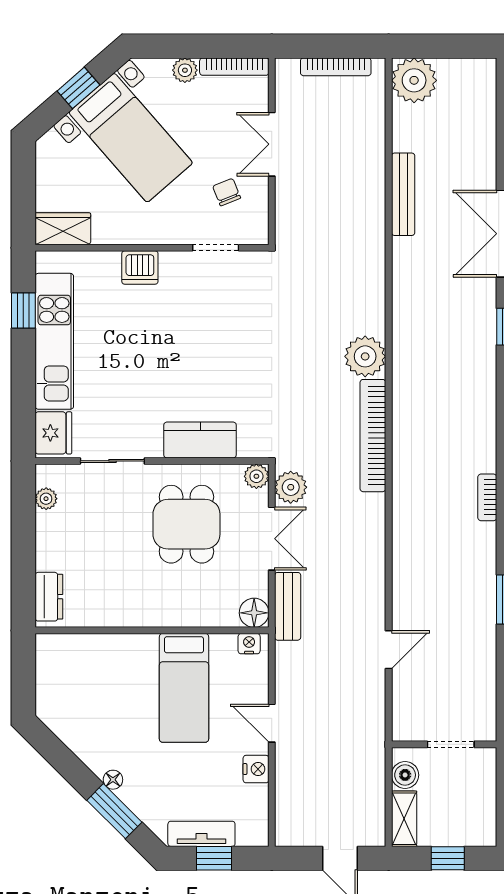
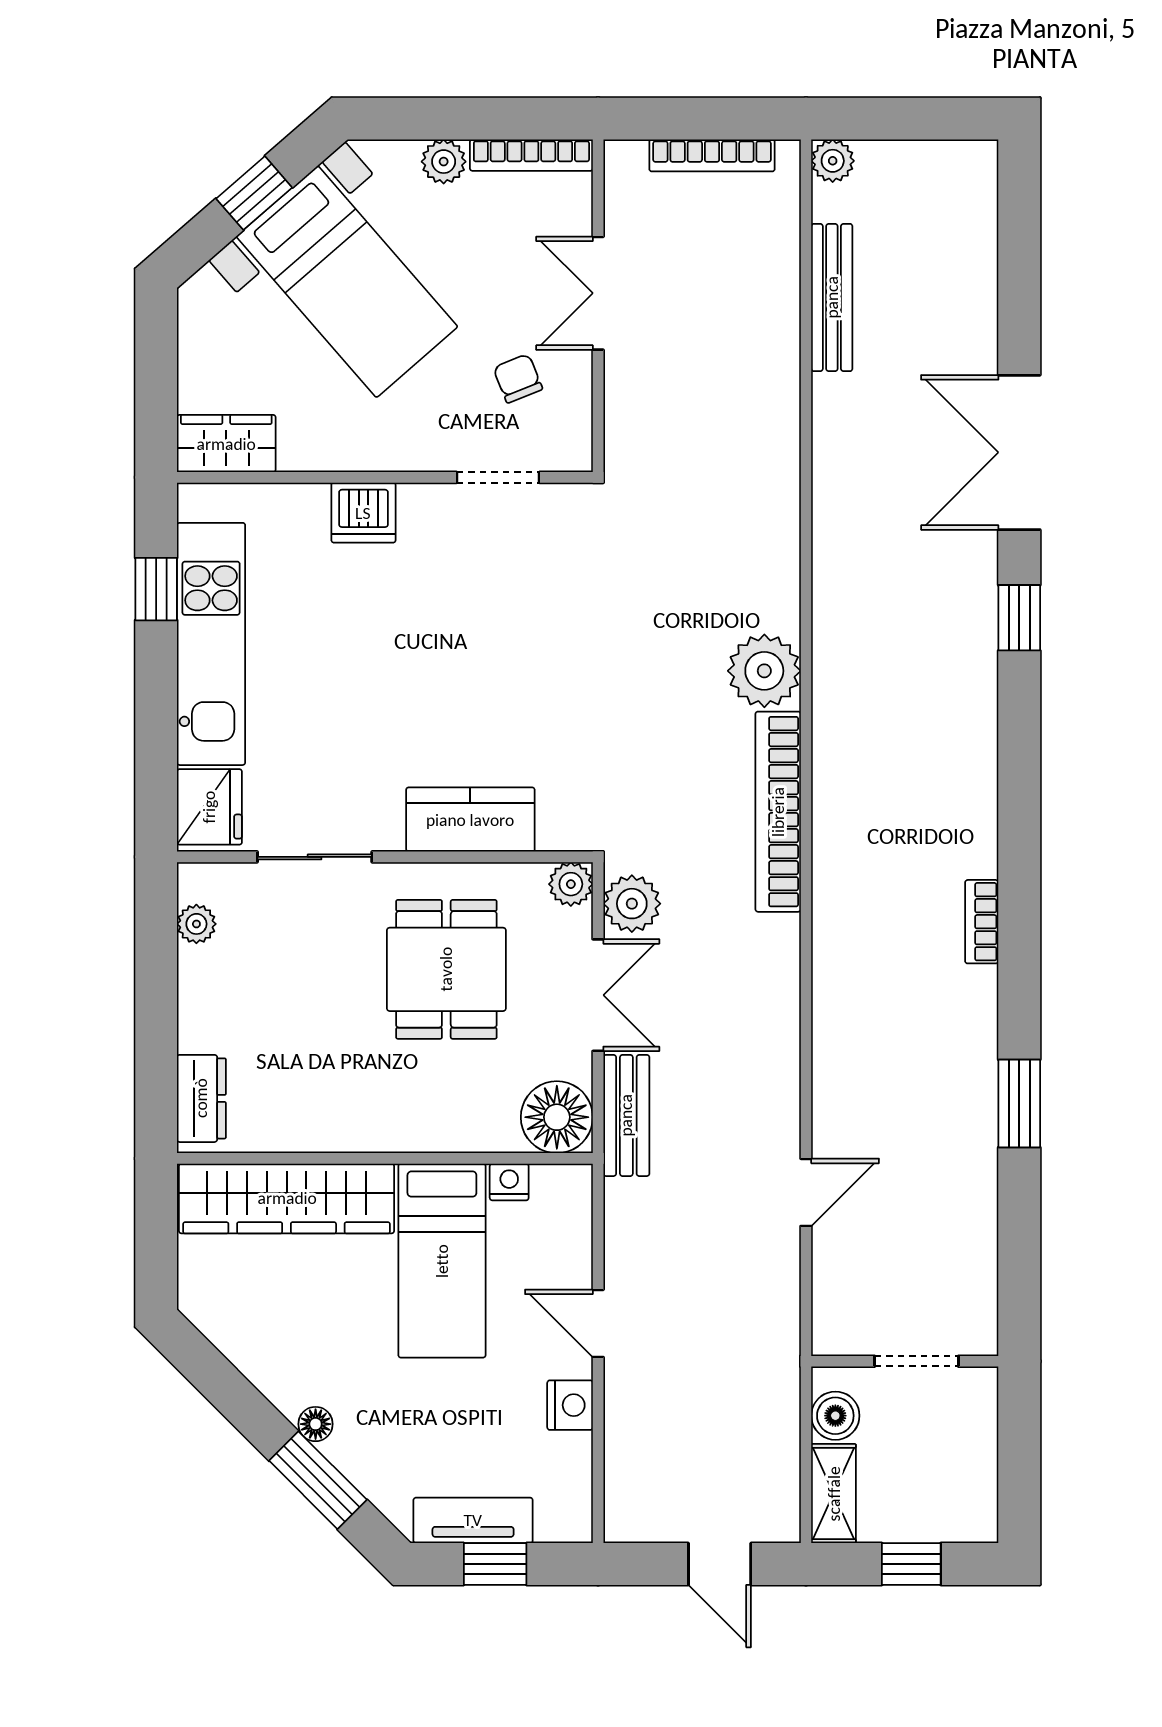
plant: (414, 80) -> (833, 161), width x0.53, depth x0.53
bench: (403, 194) -> (832, 297), moved
floor lamp: (254, 613) -> (557, 1117), width x1.38, depth x1.38
nightstand: (249, 644) -> (509, 1182), moved
wardrobe: (97, 653) -> (287, 1198), added

